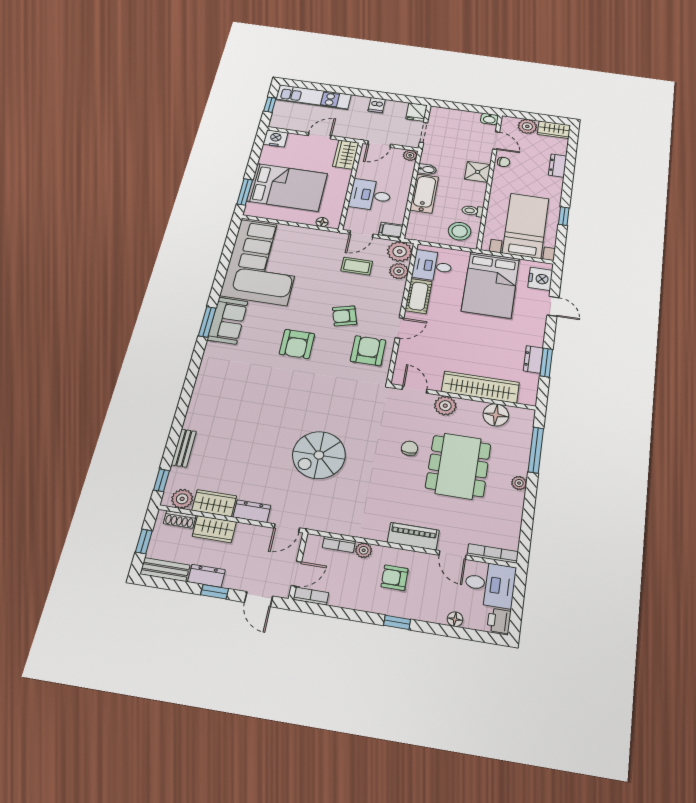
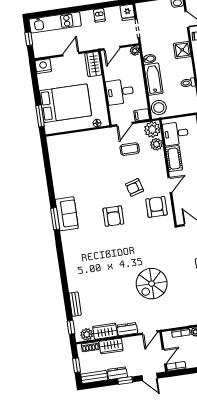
stool: (460, 231) -> (159, 108), moved
corner sofa: (264, 262) -> (72, 165), removed

